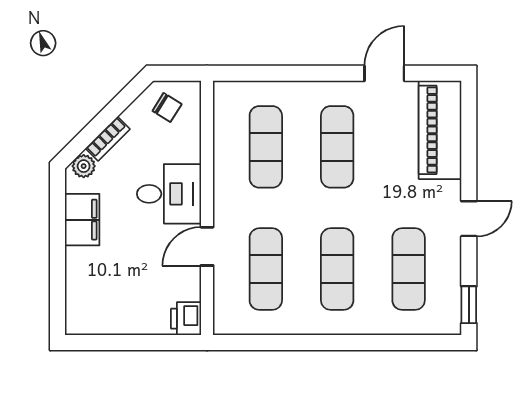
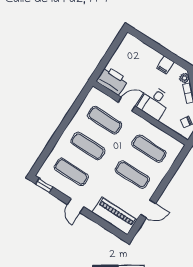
door: (384, 73) -> (148, 209), hinge flipped
filing cabinet: (82, 220) -> (165, 65), width x0.50
door: (207, 246) -> (127, 104), hinge flipped
printer: (186, 319) -> (112, 80), width x1.87, depth x1.48

